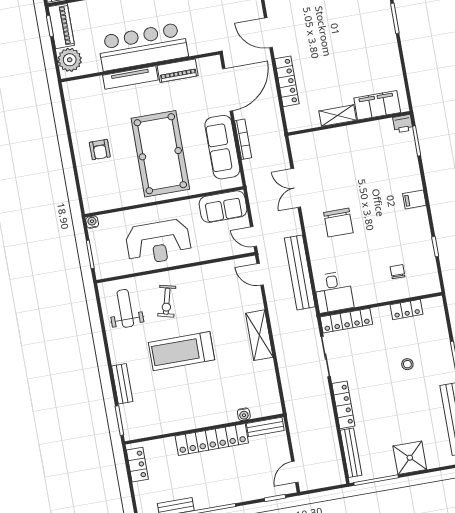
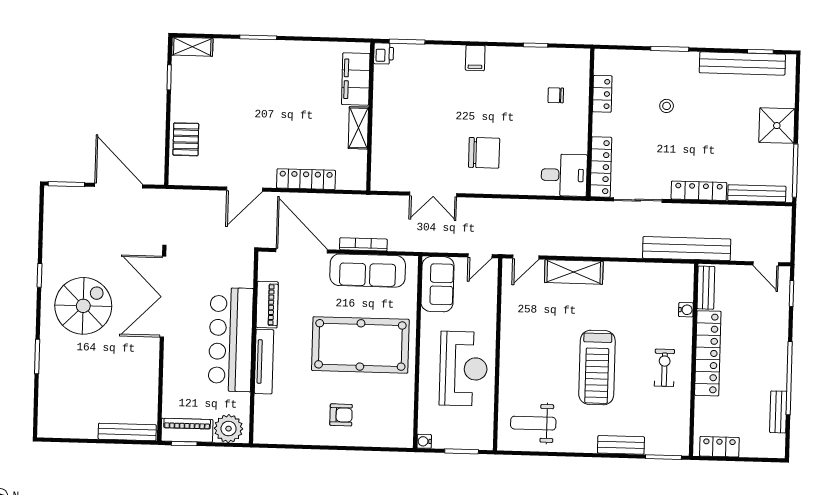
bench: (300, 272) -> (687, 249), moved
exercise bike: (167, 301) -> (664, 368), moved, turned -104
shelving: (259, 335) -> (574, 272), moved

